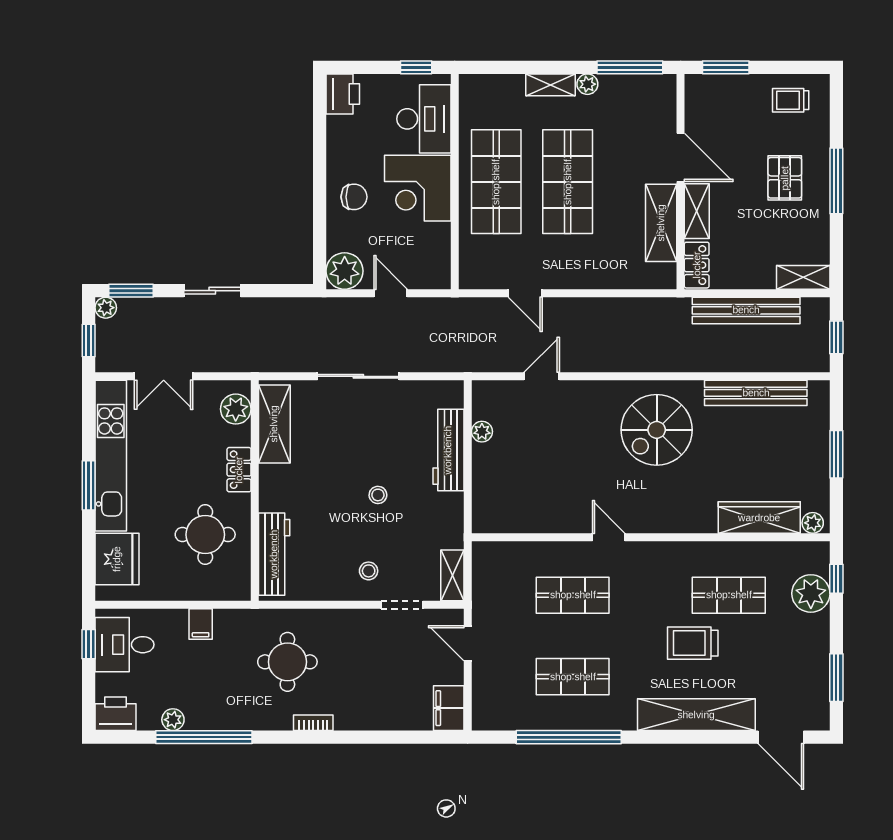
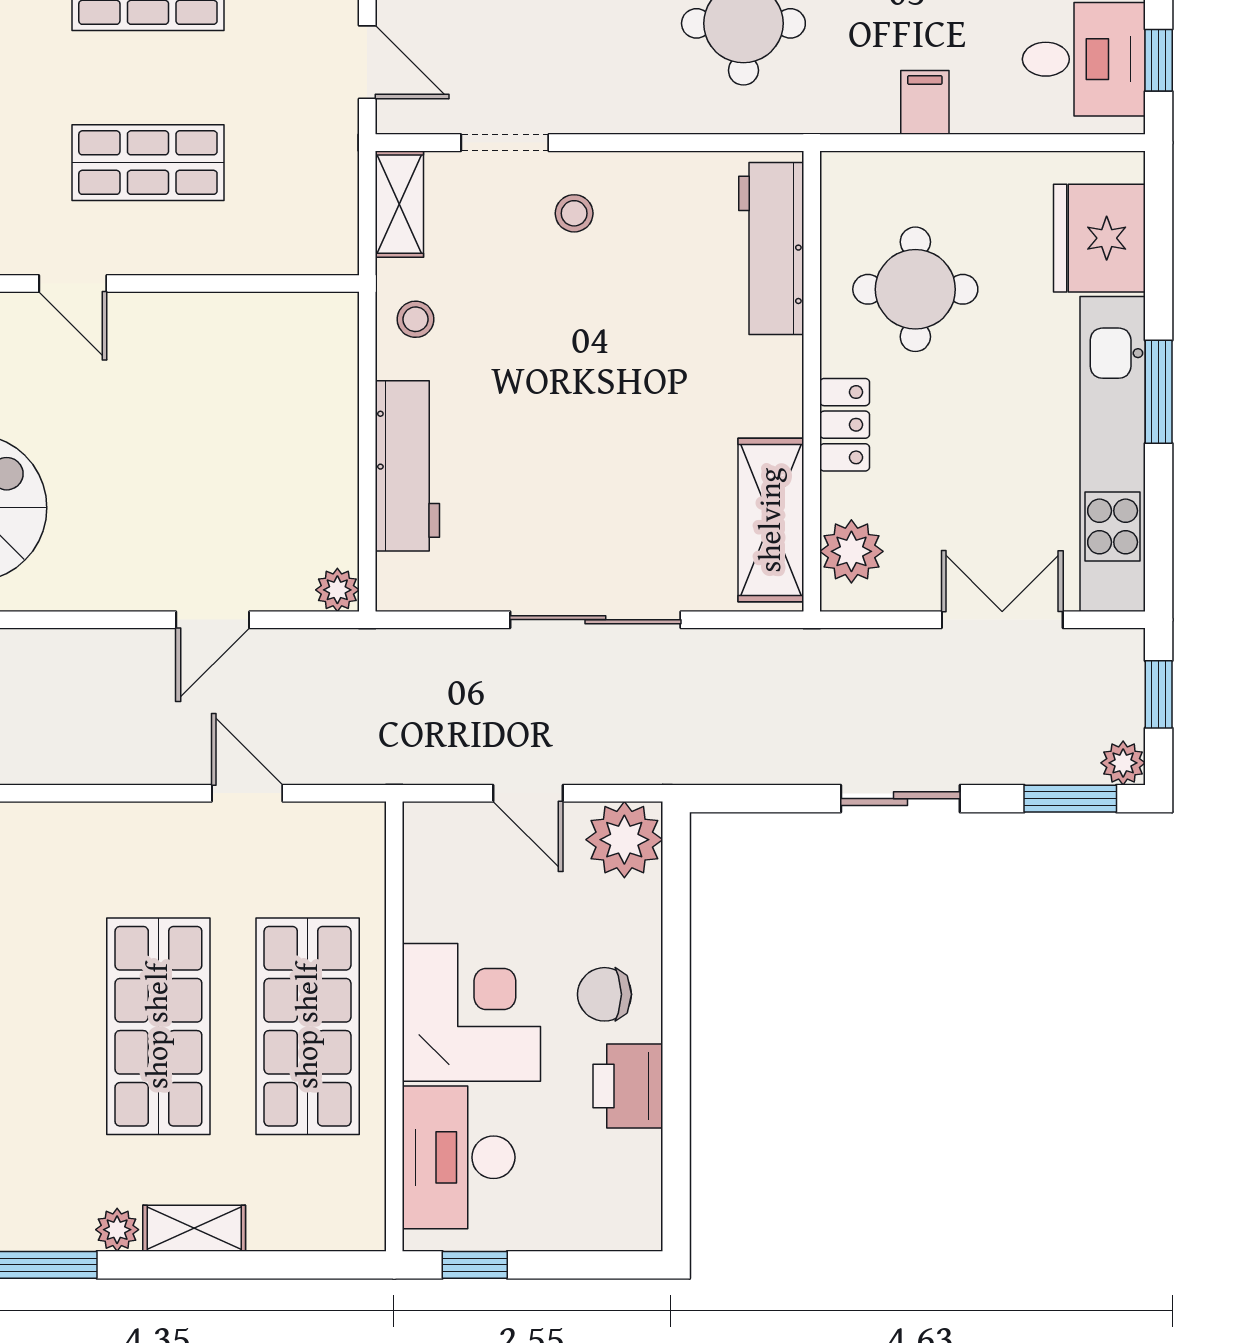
printer: (343, 94) -> (628, 1086), moved
plant: (482, 432) -> (337, 590), moved
stool: (378, 495) -> (415, 319), moved

